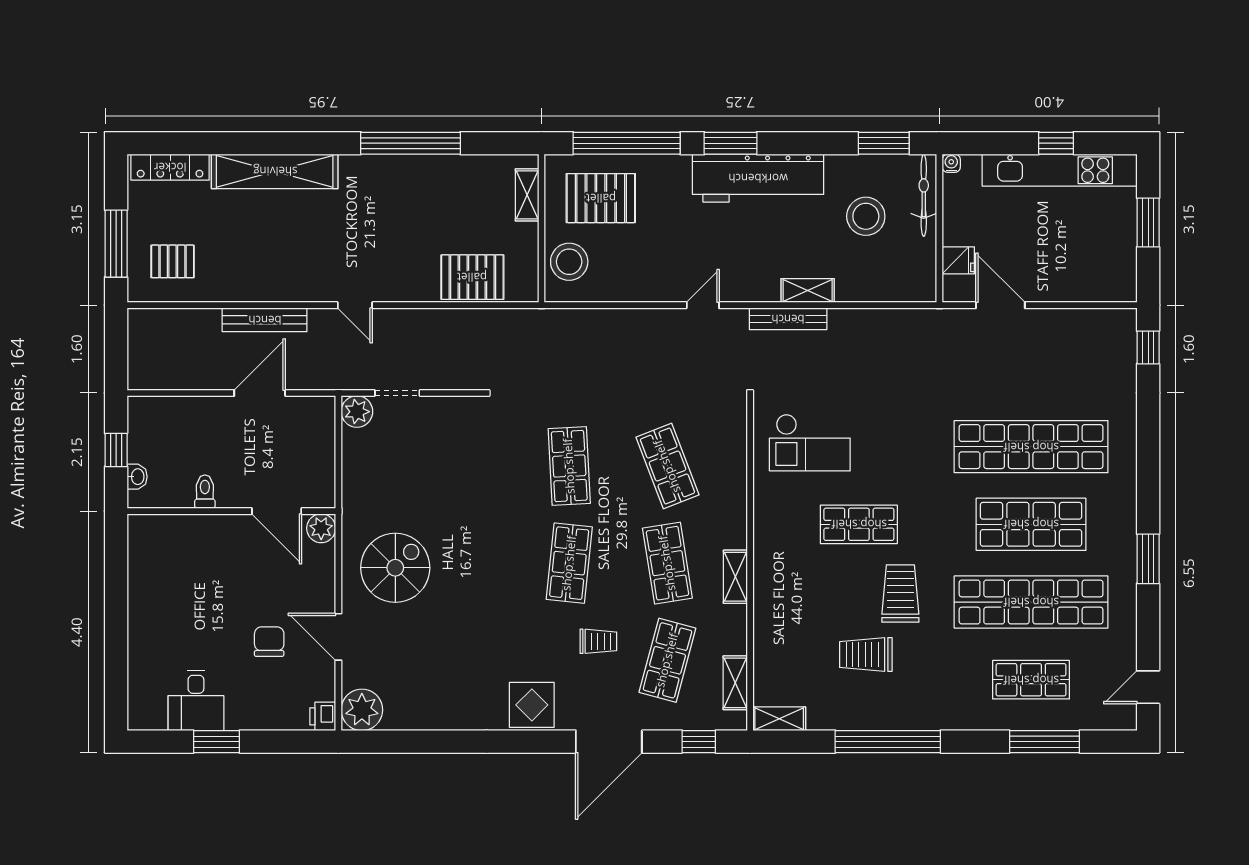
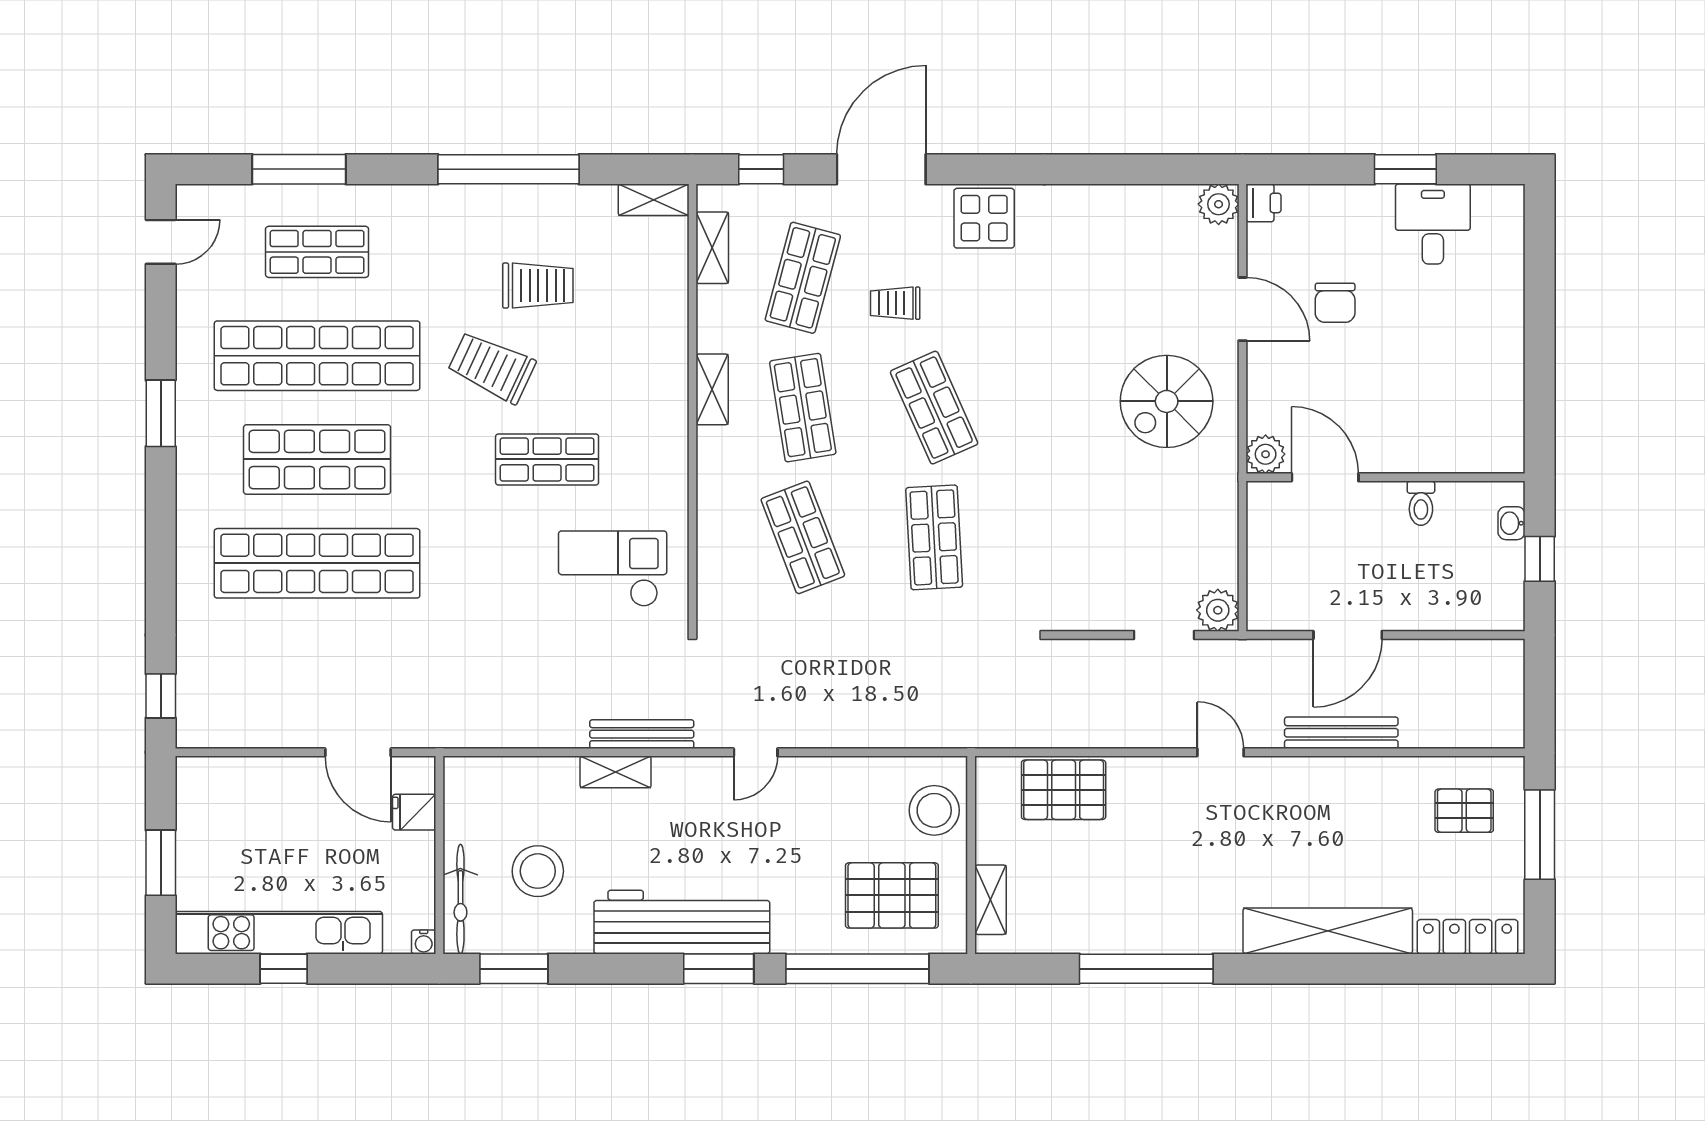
shop shelf: (569, 563) -> (934, 408), turned -30
trolley: (900, 593) -> (492, 367), turned 115
plant: (362, 710) -> (1219, 204), width x0.73, depth x0.73

